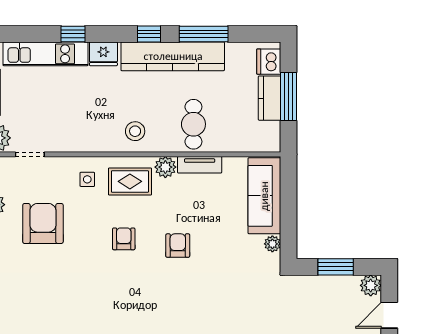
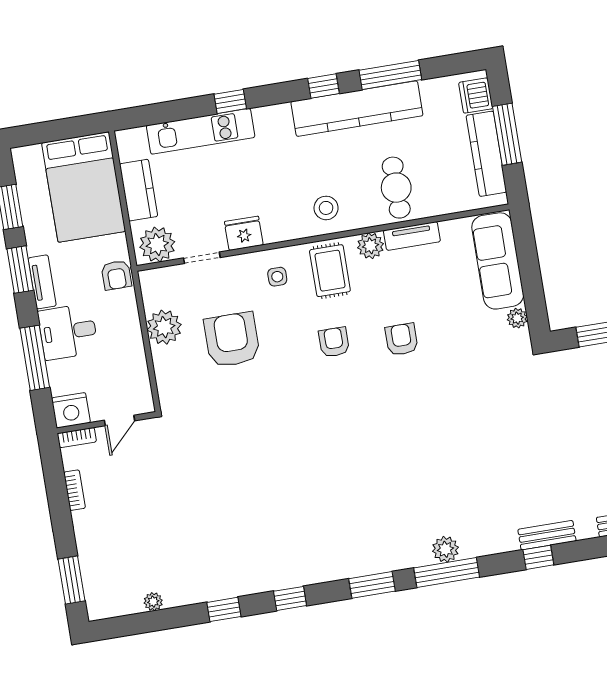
fridge: (103, 54) -> (244, 233), moved, turned 180
kitchen counter: (270, 98) -> (486, 154), width x1.50
rug: (130, 181) -> (330, 271), turned 90

